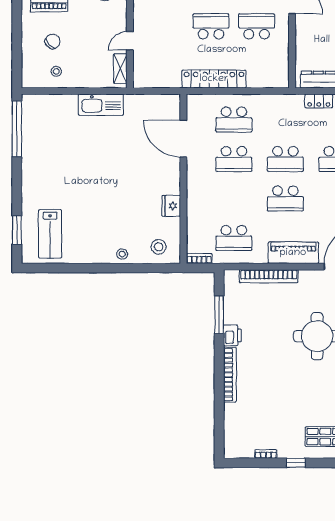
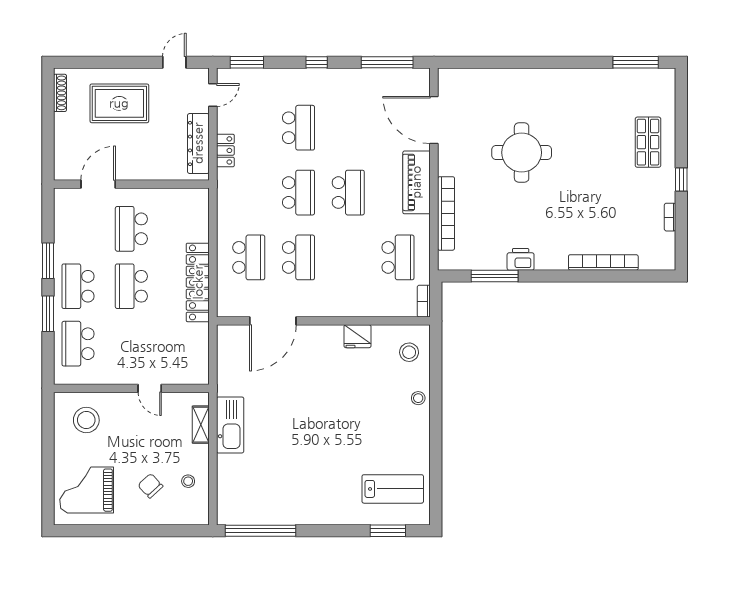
shelving: (120, 69) -> (201, 425), moved, turned 90
bookcase: (230, 375) -> (603, 262), moved

